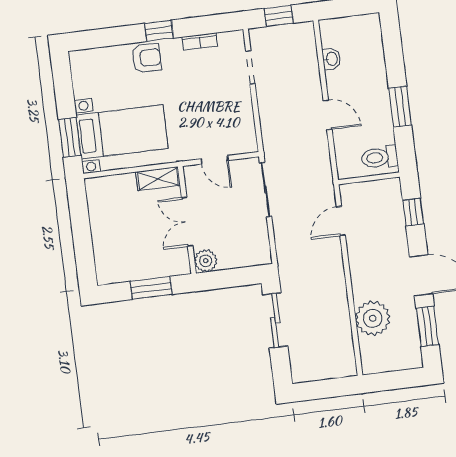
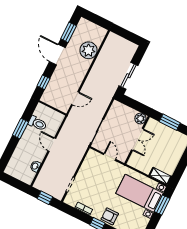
toilet: (380, 157) -> (37, 123), moved
shelving: (158, 179) -> (160, 176), moved

